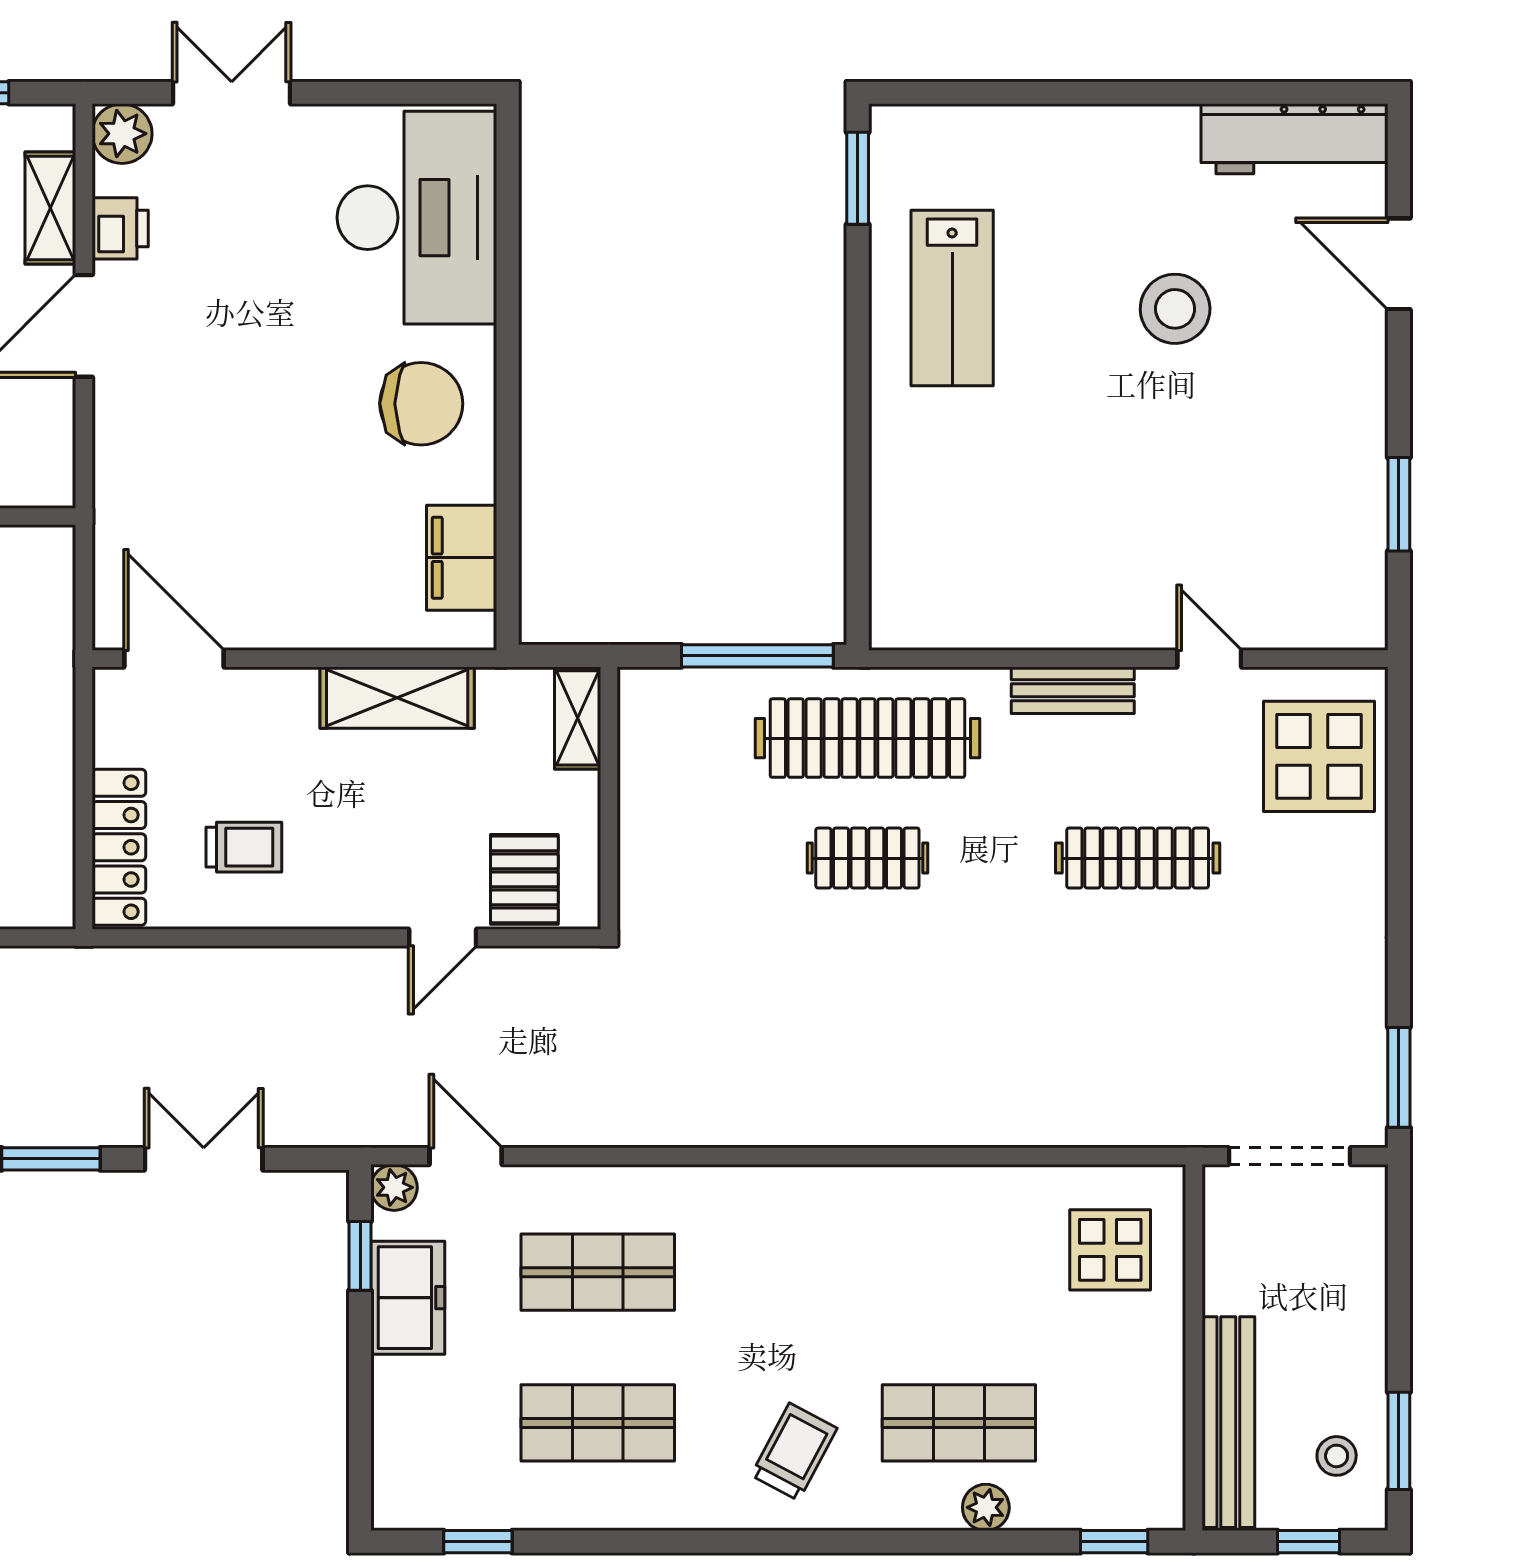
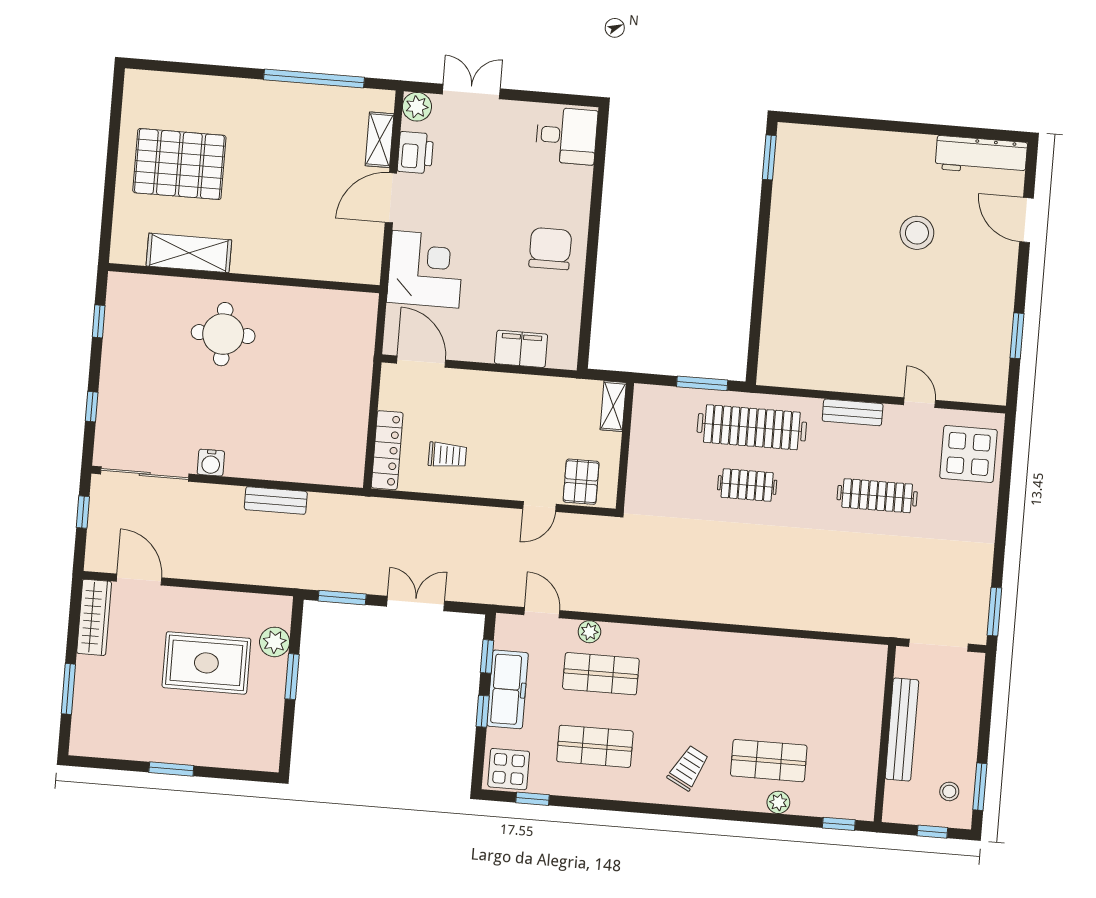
desk: (417, 218) -> (566, 136), width x0.53, depth x0.77
printer: (120, 228) -> (415, 153), width x1.36, depth x1.24
lab bench: (952, 298) -> (810, 219), removed
chair: (421, 404) -> (550, 249), turned -90
corner desk: (167, 467) -> (425, 269), added
filing cabinet: (462, 558) -> (521, 349), moved, turned 90
window: (757, 656) -> (702, 383), width x0.69
shelving: (397, 698) -> (527, 389), removed
plant: (394, 1187) -> (589, 632), moved
display table: (1110, 1250) -> (509, 769), moved
freezer: (408, 1298) -> (508, 689), width x1.40
window: (360, 1370) -> (483, 711), added
bench: (1228, 1422) -> (902, 729), moved

